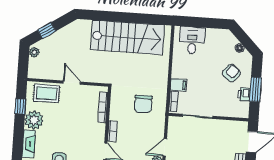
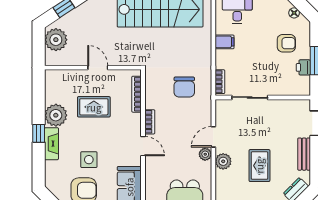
plant: (34, 52) -> (56, 40), width x1.87, depth x1.87
armchair: (231, 73) -> (286, 43), turned 53
filing cabinet: (178, 85) -> (225, 42), moved
rug: (46, 93) -> (94, 107), moved
window: (20, 106) -> (39, 133), moved

